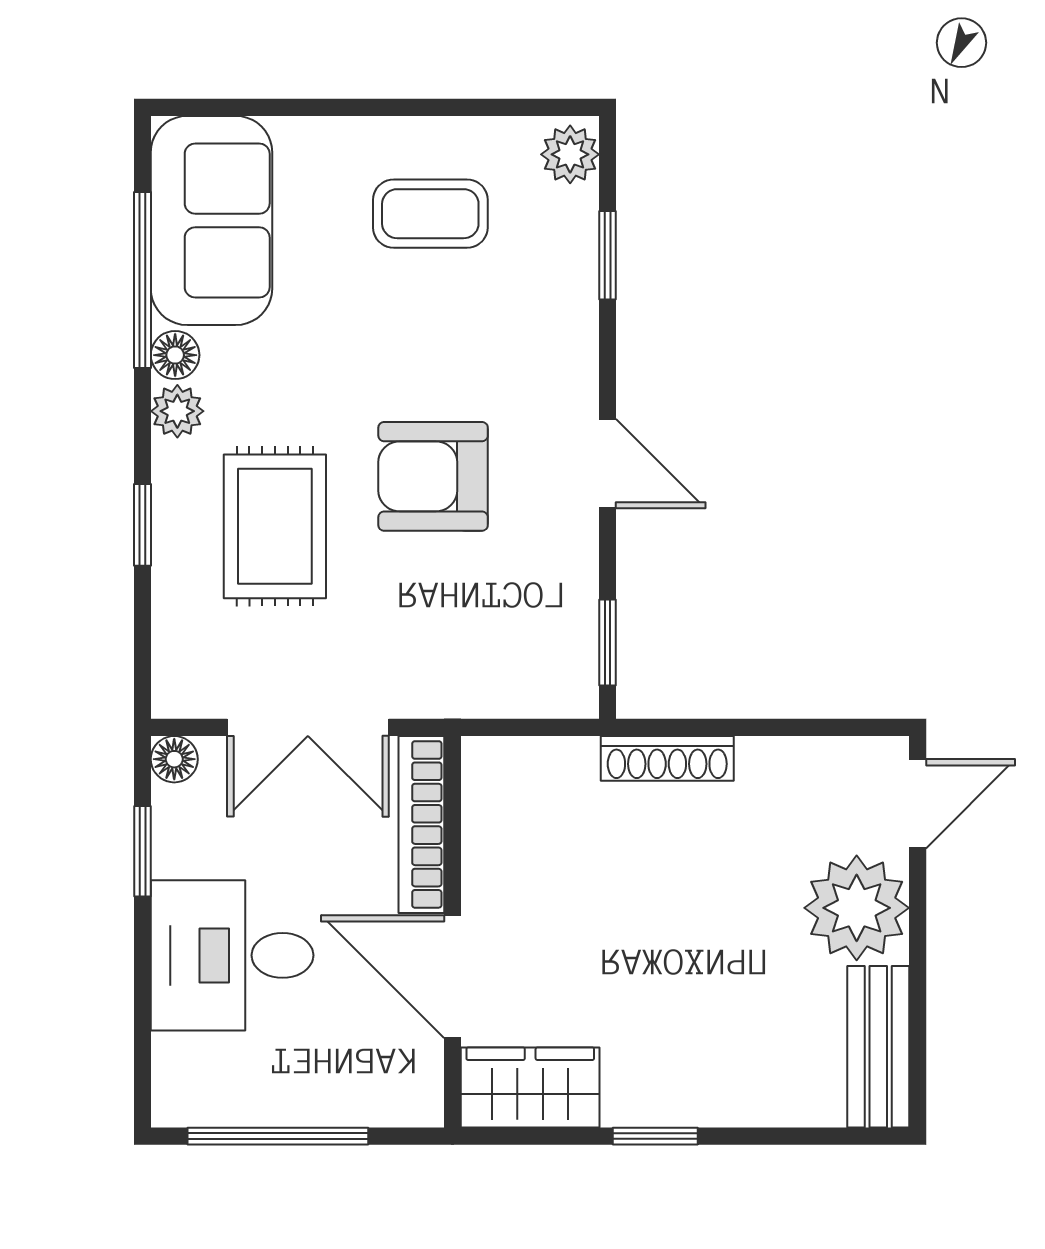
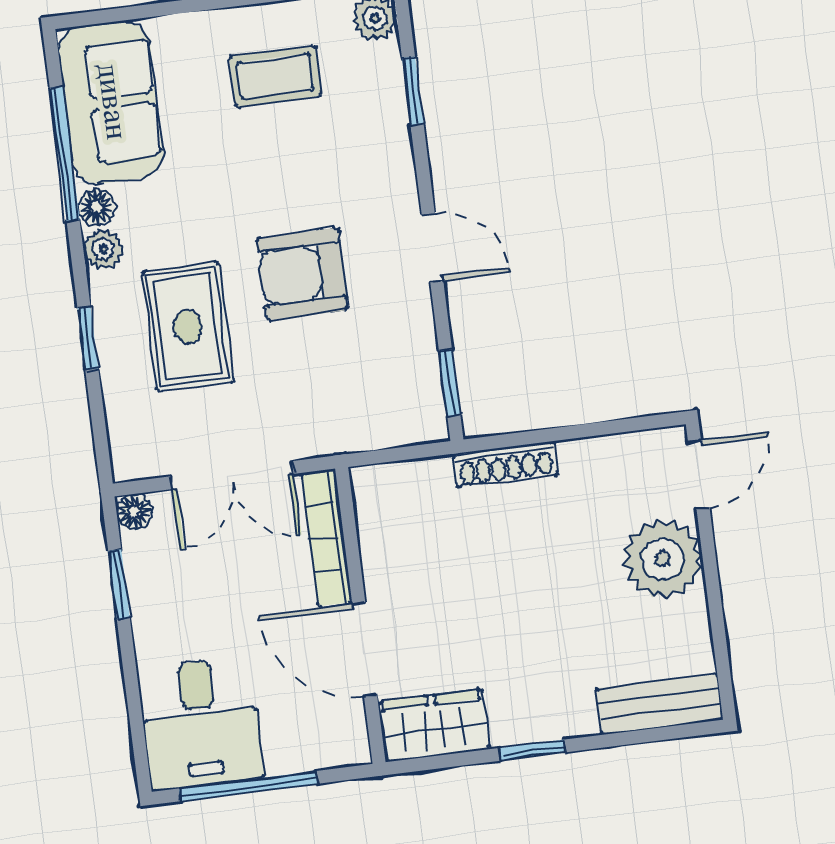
desk: (232, 955) -> (201, 723), moved, turned -90
bench: (878, 1047) -> (659, 704), moved, turned 90

